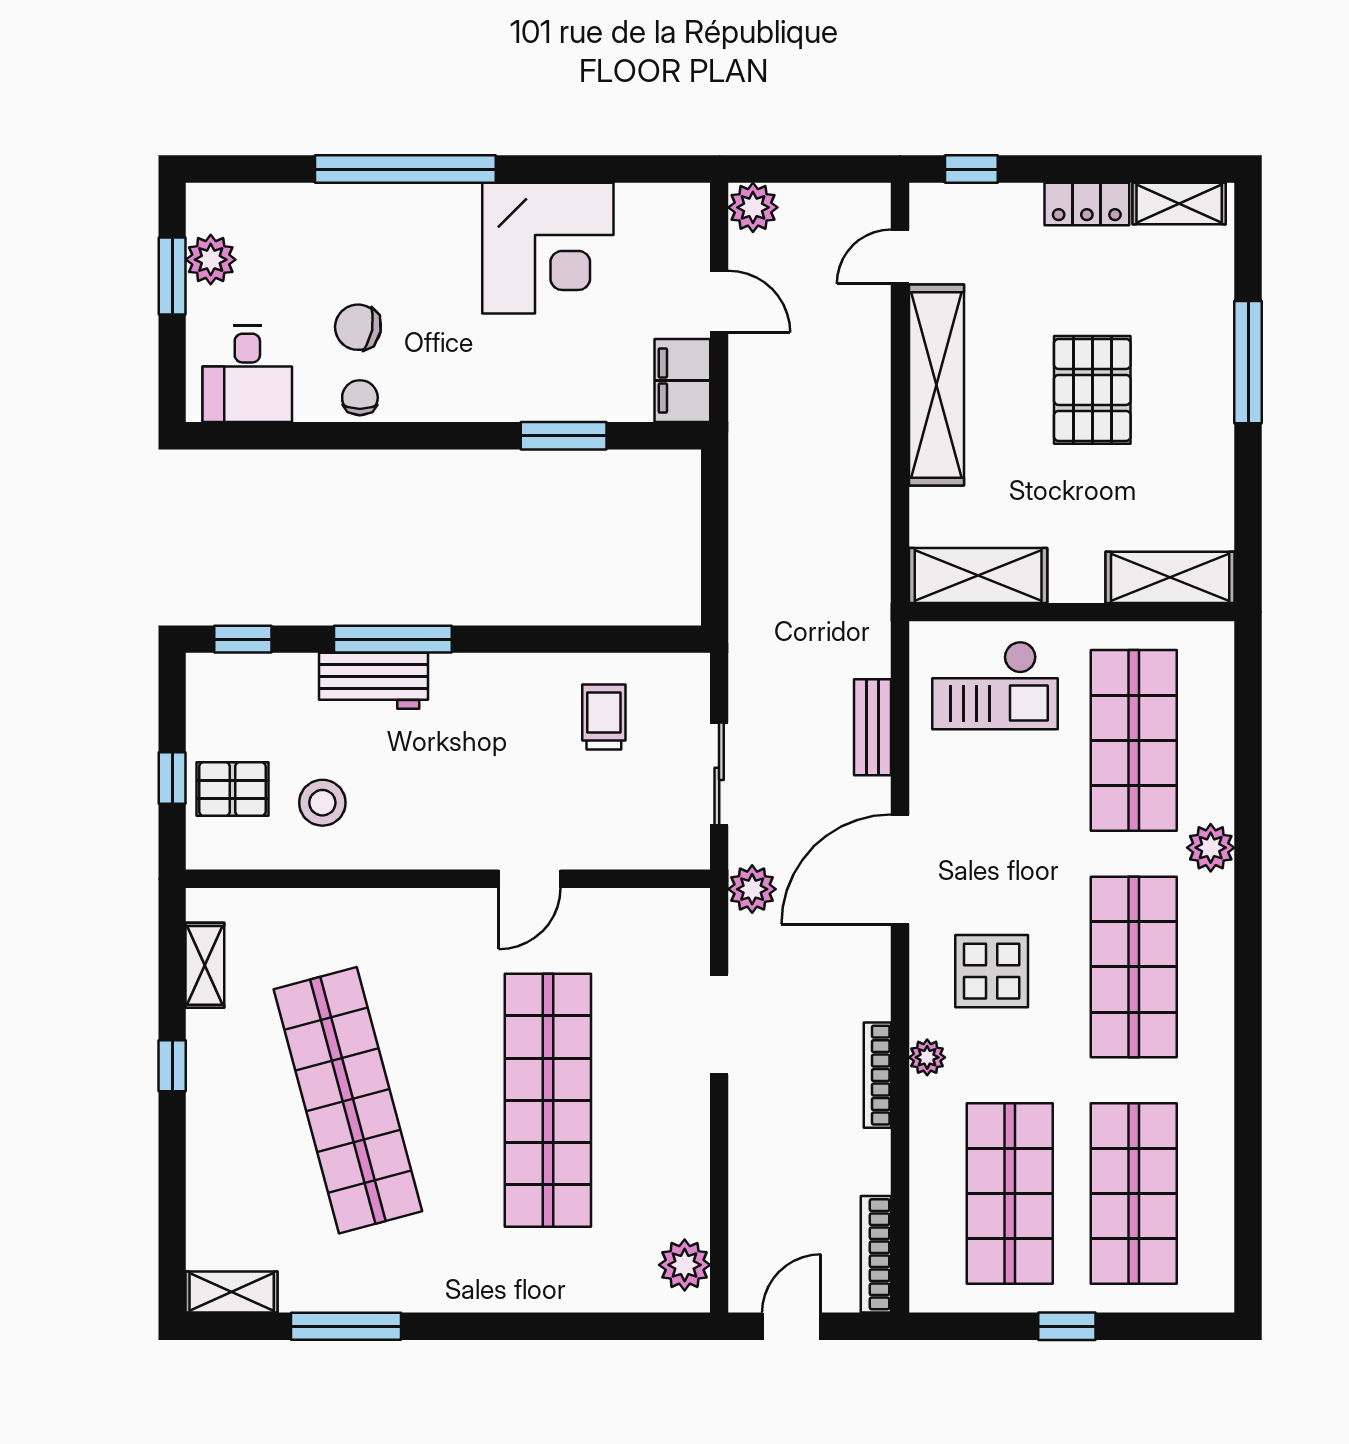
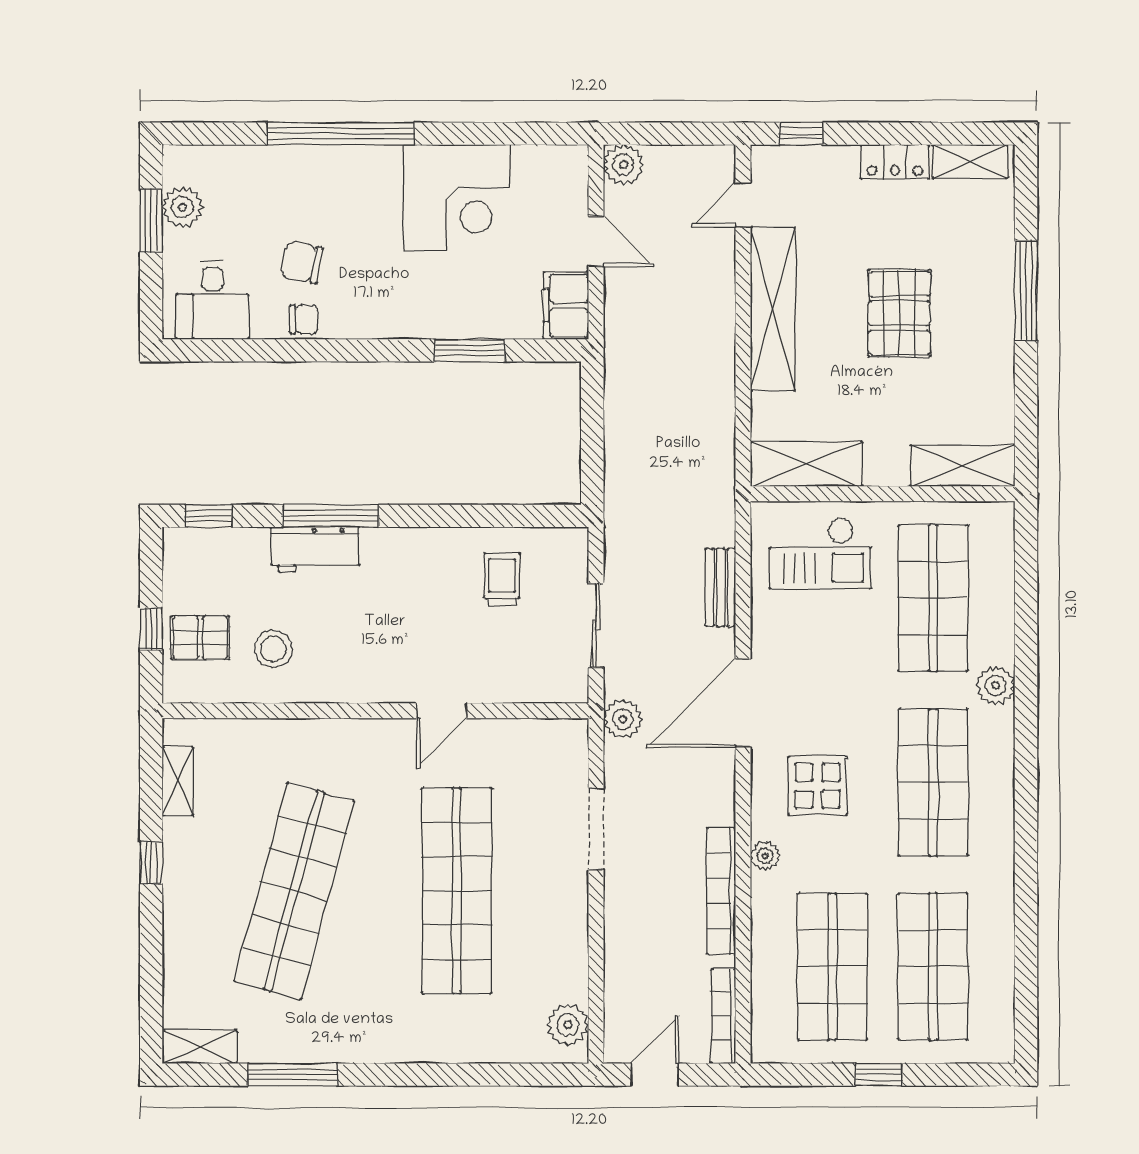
chair: (360, 398) -> (304, 319), turned 90
bookcase: (877, 1075) -> (721, 891), width x1.48, depth x1.31
shop shelf: (348, 1100) -> (294, 891), turned 30

